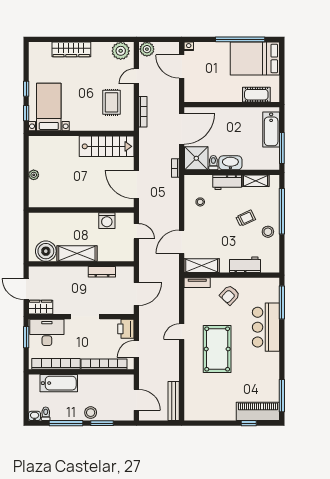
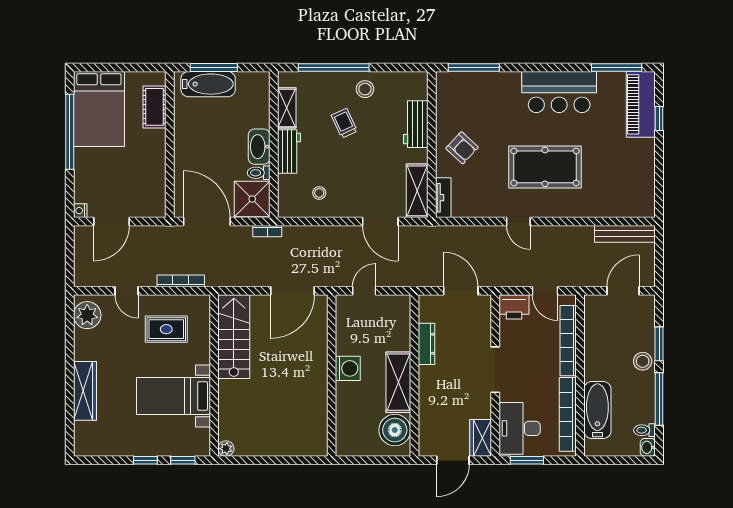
plant: (147, 49) -> (85, 275), removed
bed with nightstands: (49, 107) -> (173, 396), moved
window: (282, 148) -> (214, 67), moved
plant: (34, 175) -> (226, 449), moved
washing machine: (107, 221) -> (348, 368), moved
bar counter: (266, 327) -> (559, 92), moved

